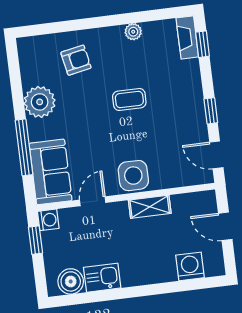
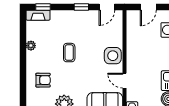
armchair: (76, 60) -> (43, 80), turned 101
shelving: (150, 207) -> (132, 49), removed

